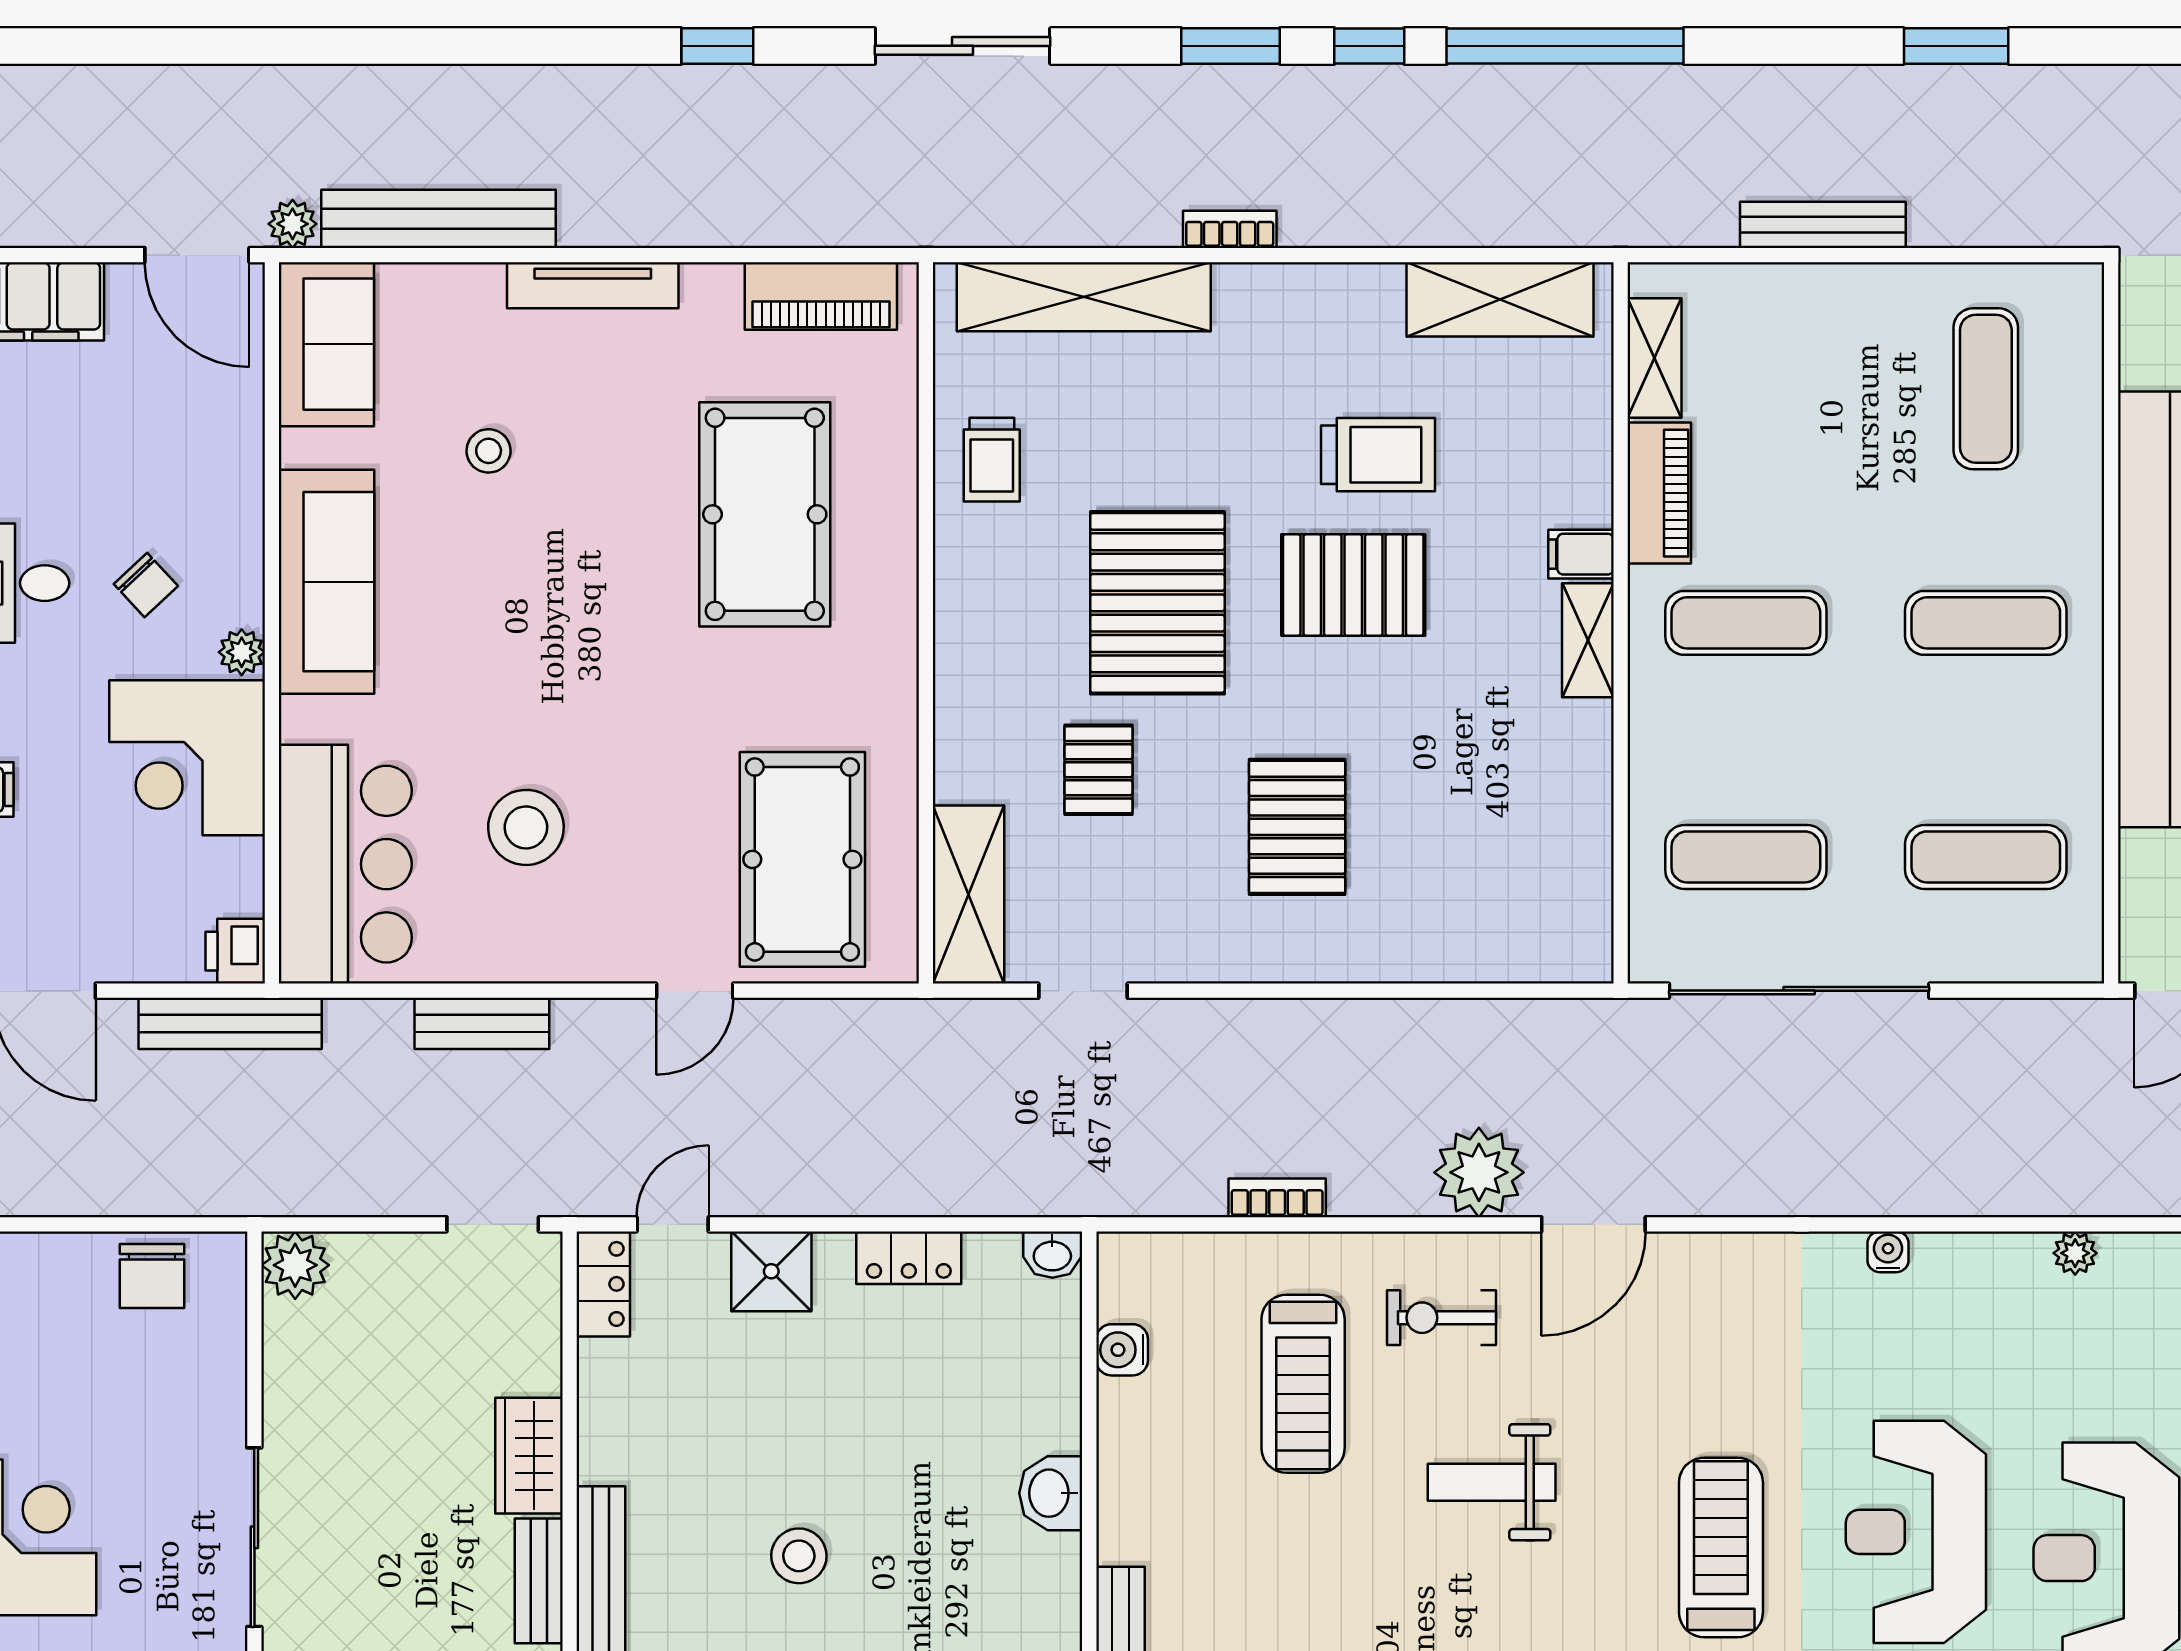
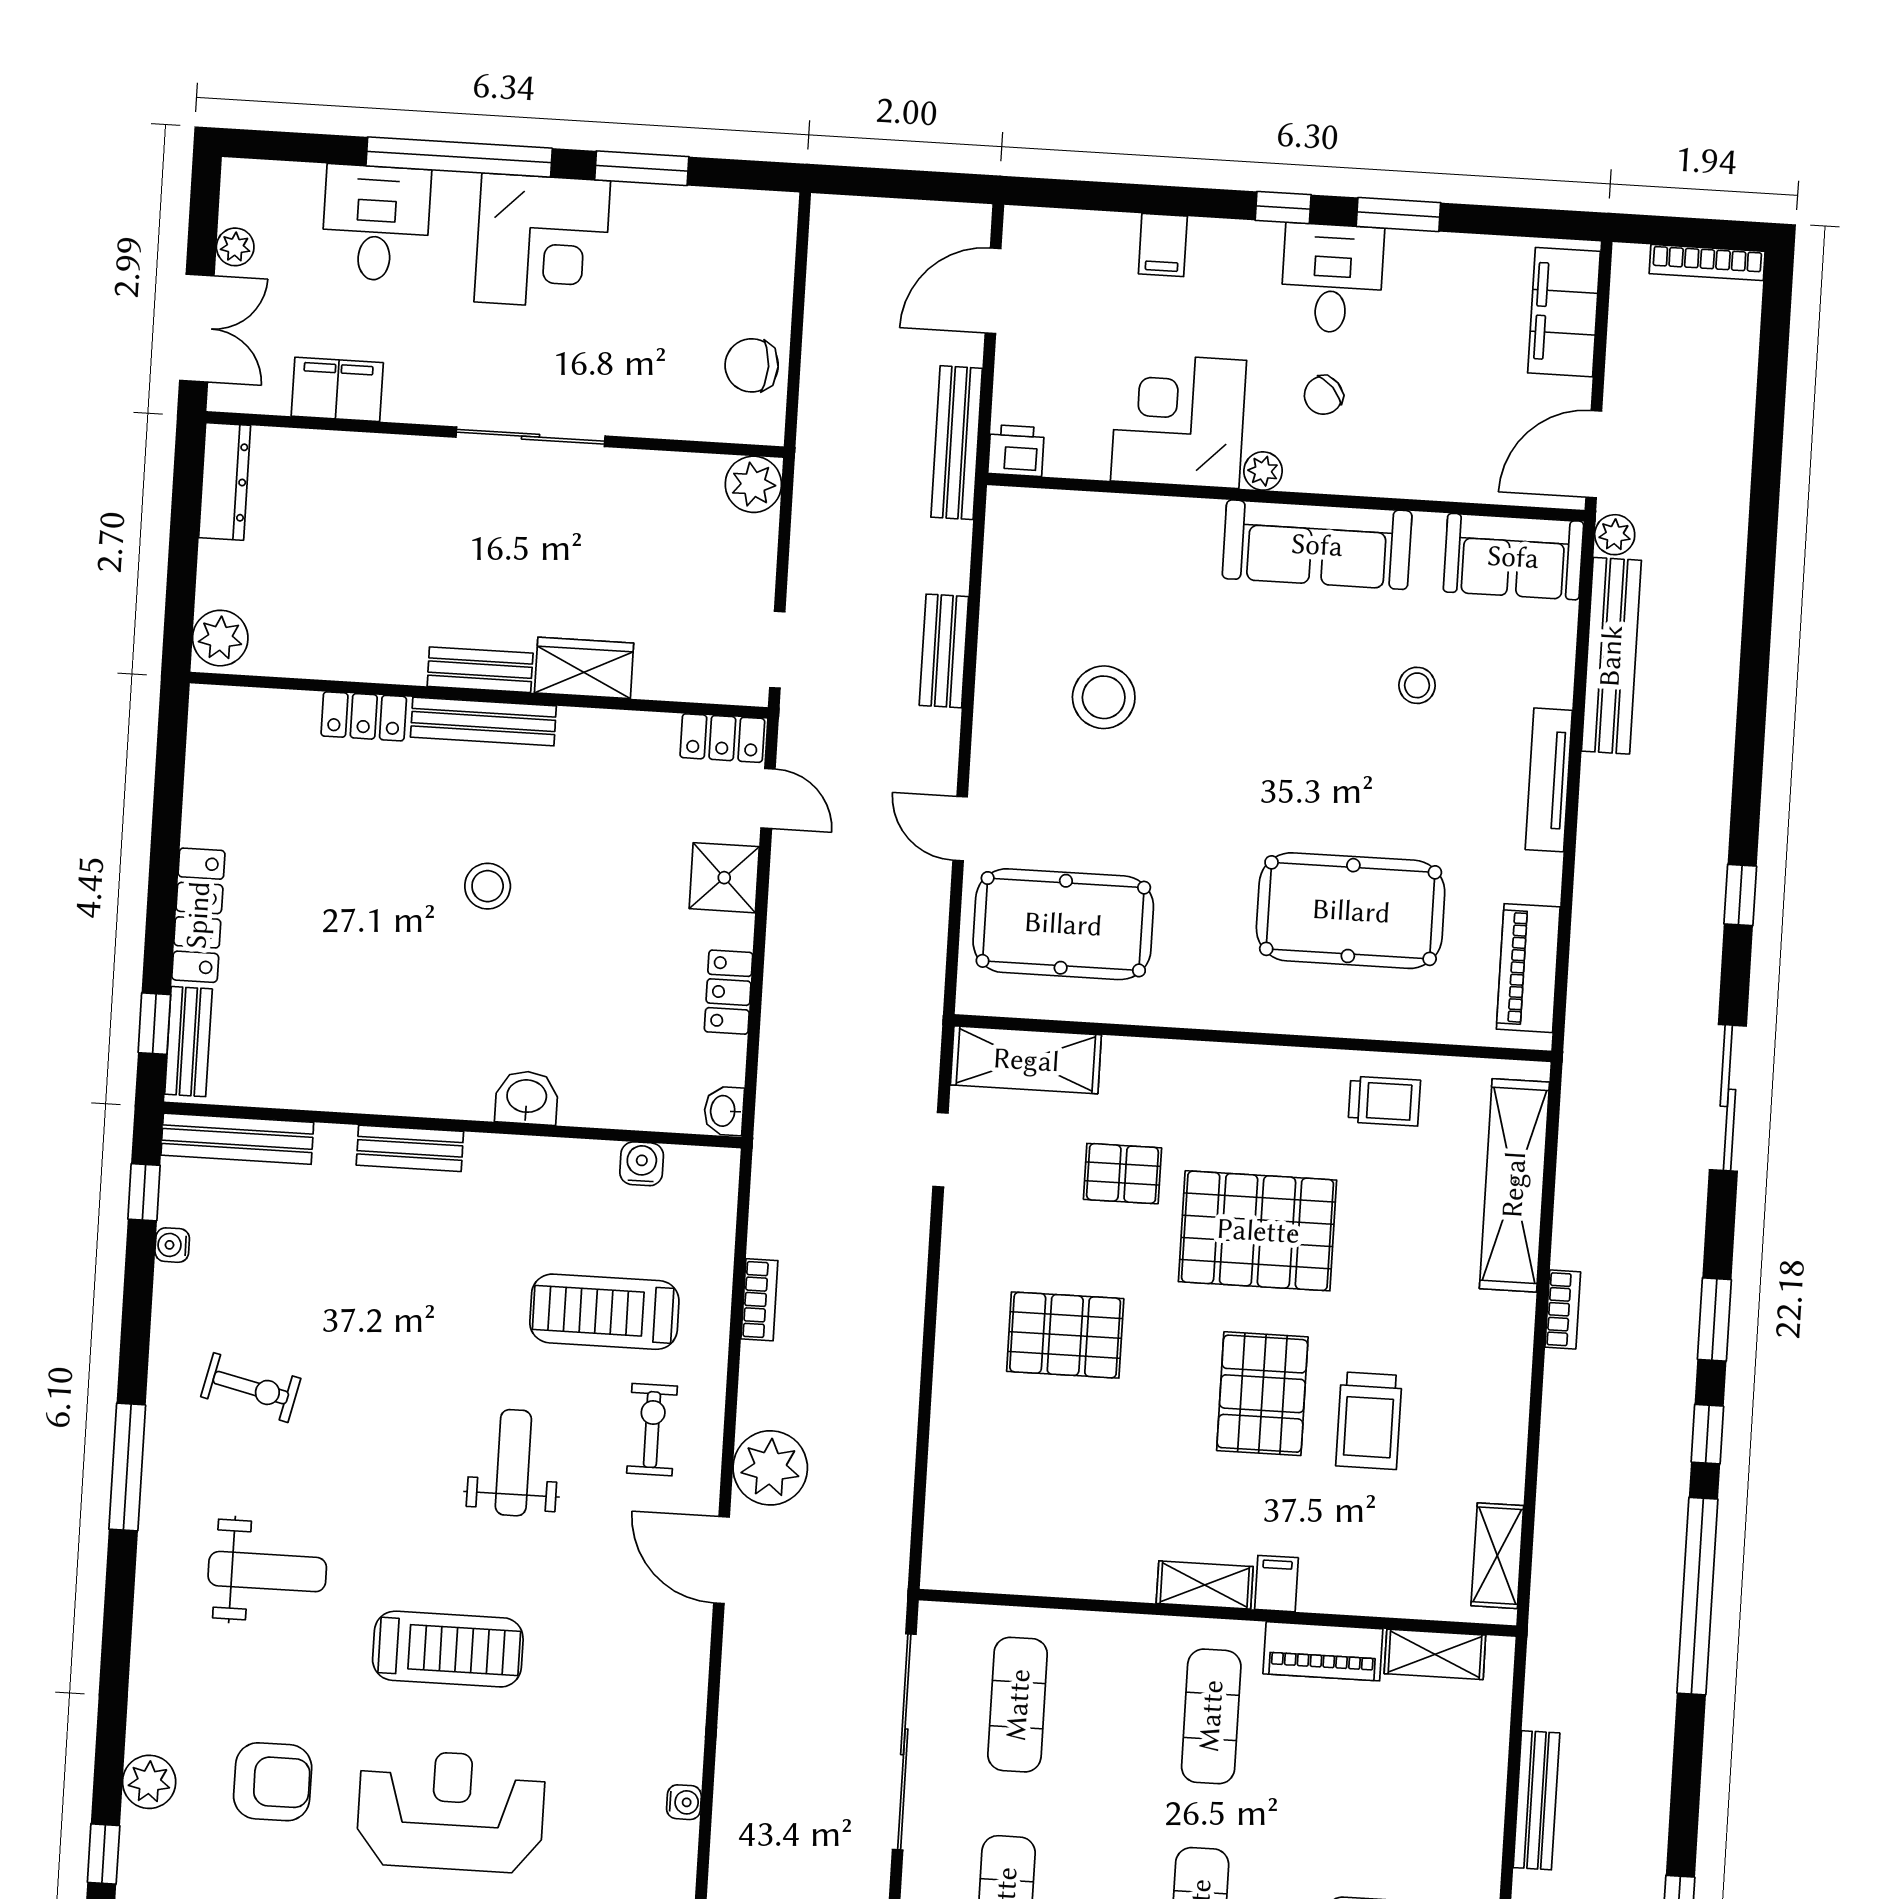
shelving: (1500, 299) -> (1497, 1556), width x0.67, depth x0.75
trolley: (992, 460) -> (1384, 1101), turned 180
bar counter: (345, 864) -> (1083, 546), removed

